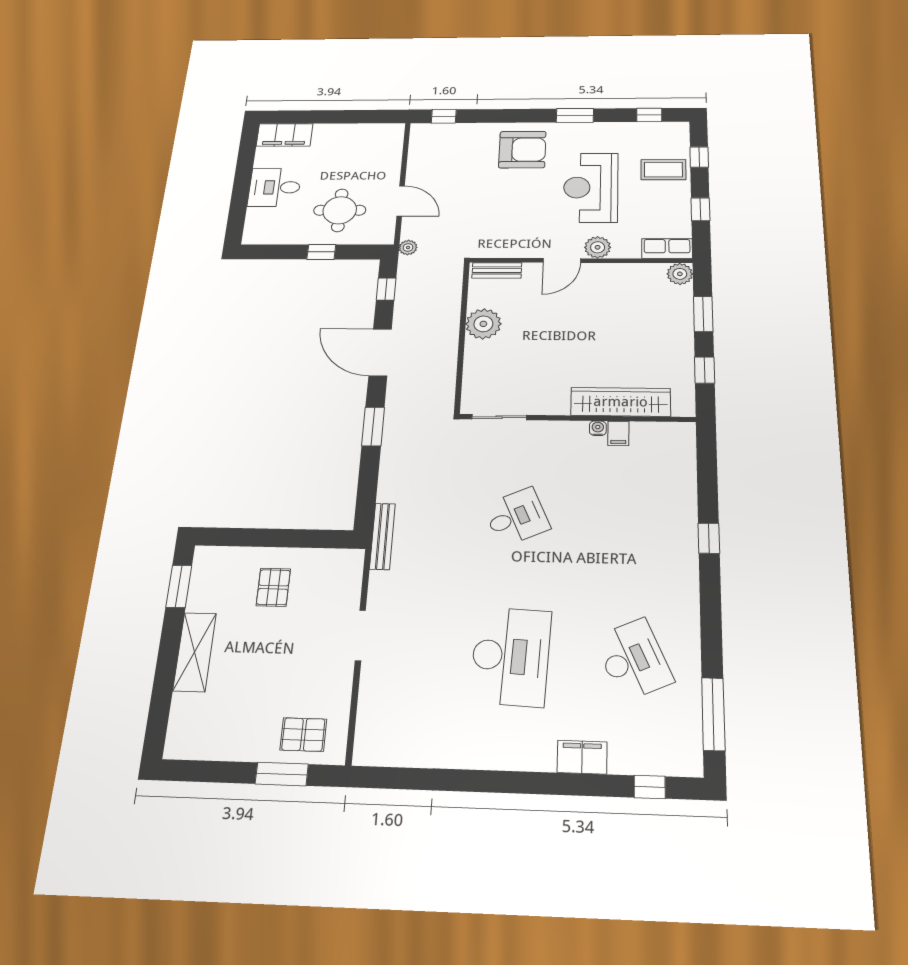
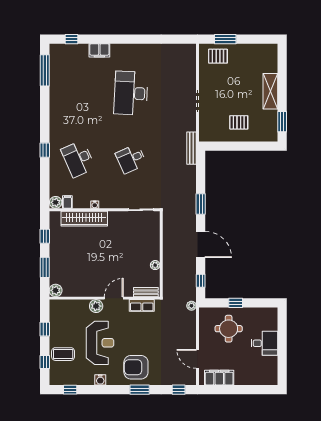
window: (575, 115) -> (140, 390), moved
water cooler: (591, 130) -> (100, 380), added
filing cabinet: (285, 135) -> (219, 378), moved
door: (401, 201) -> (197, 359), moved
row of seats: (667, 249) -> (142, 305), moved
plant: (483, 324) -> (155, 265), width x0.53, depth x0.53
filing cabinet: (618, 433) -> (67, 202), moved
plant: (682, 434) -> (56, 202), added
pallet: (273, 587) -> (239, 122), turned 90
desk: (633, 660) -> (78, 159), moved

